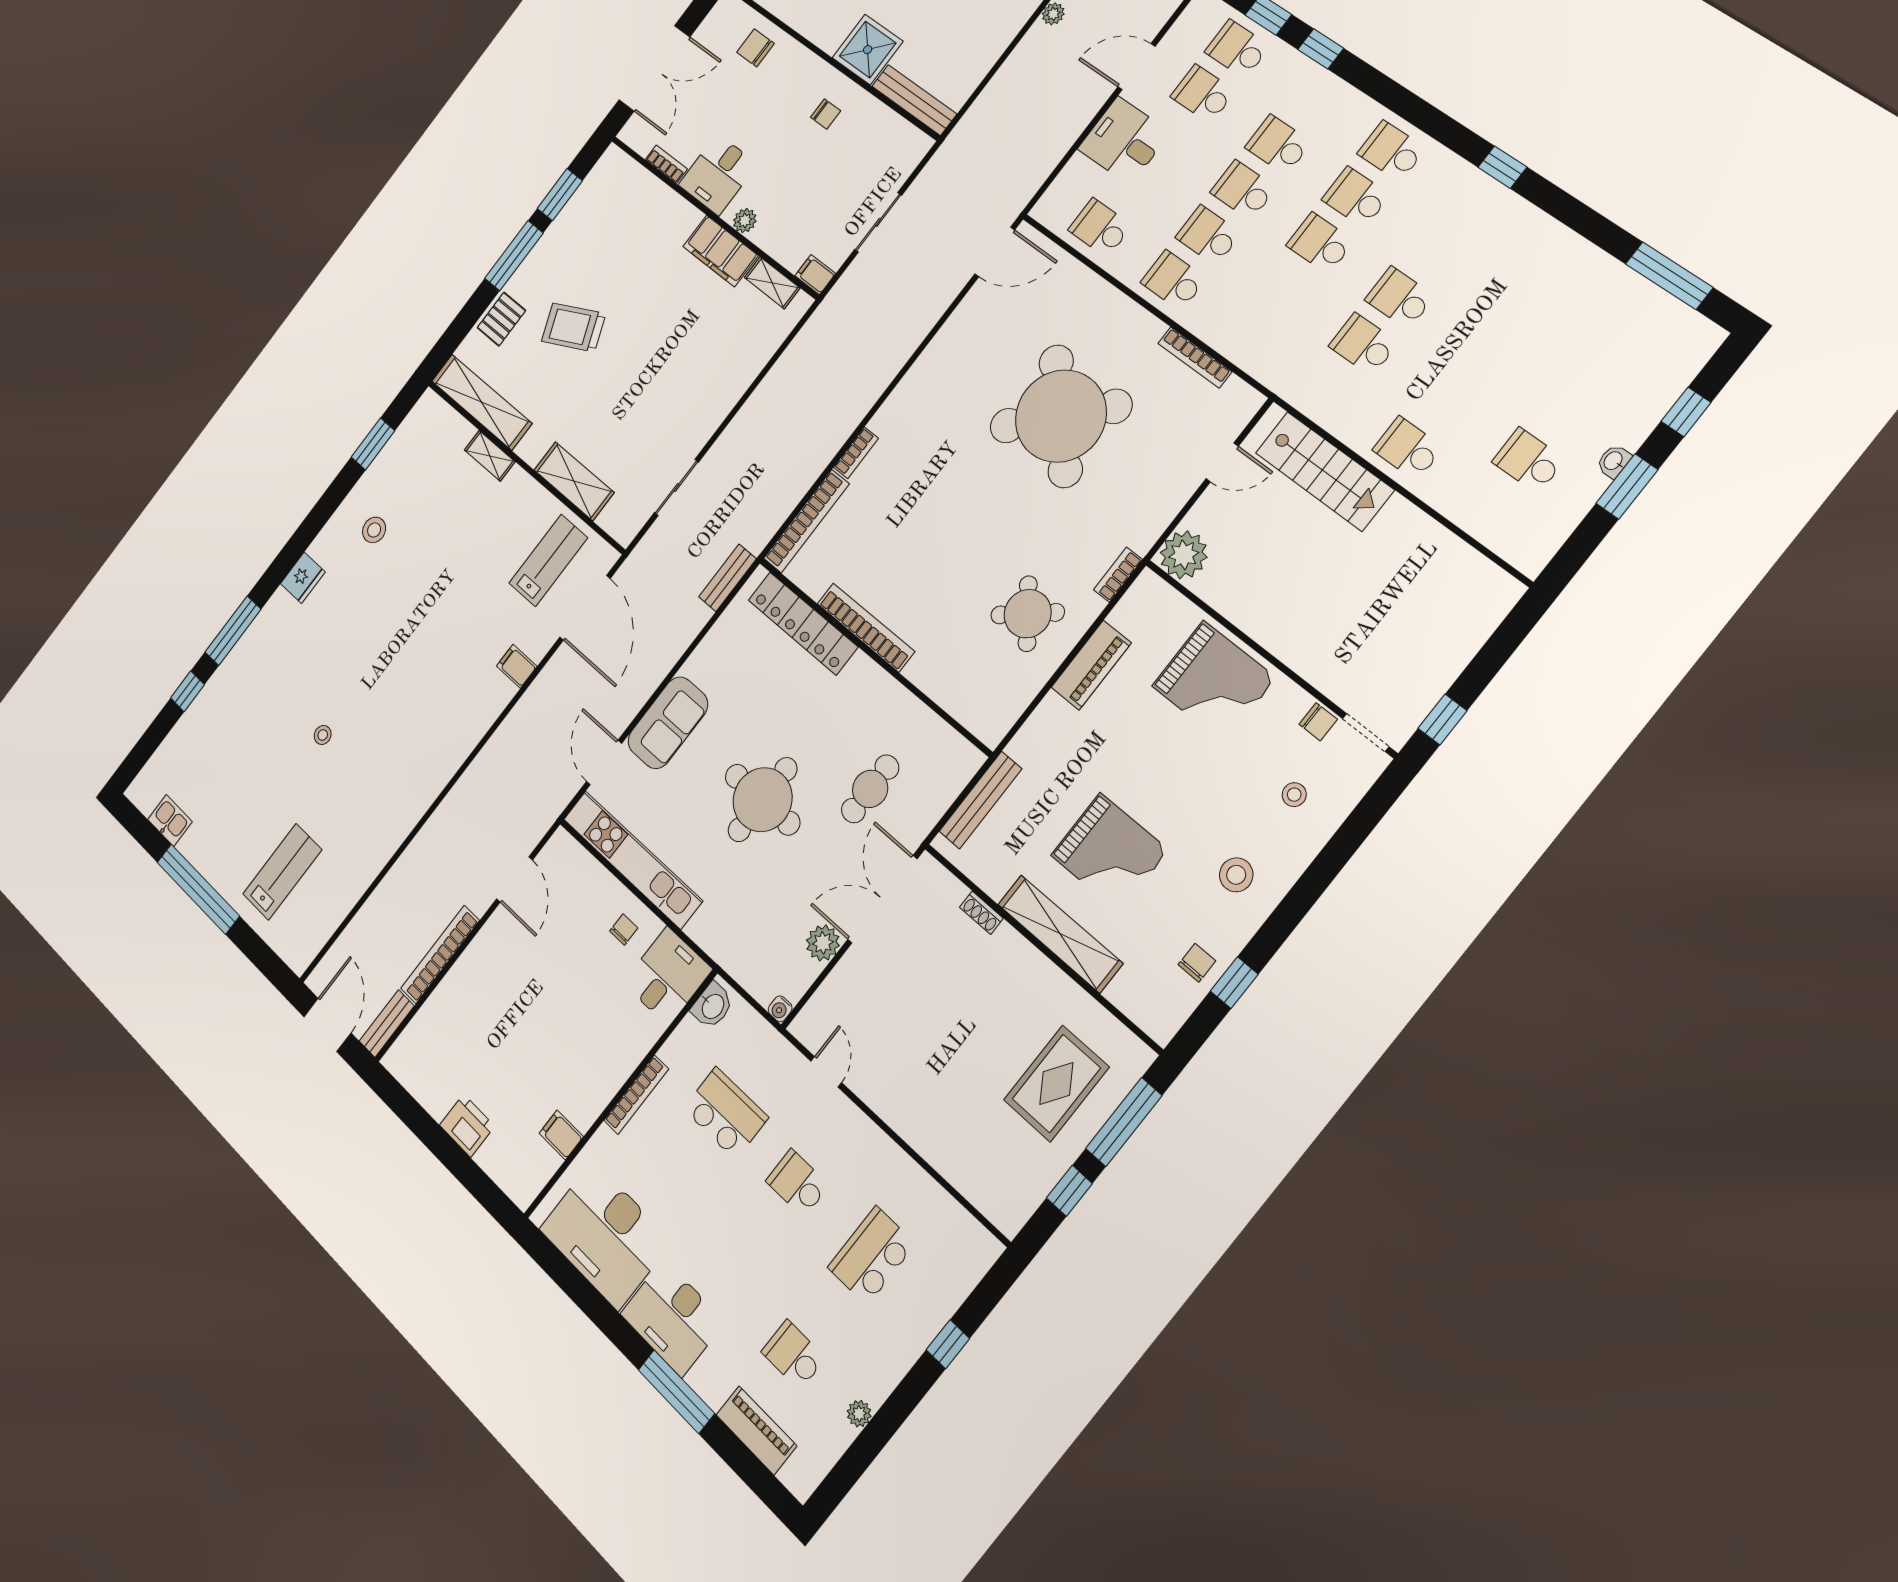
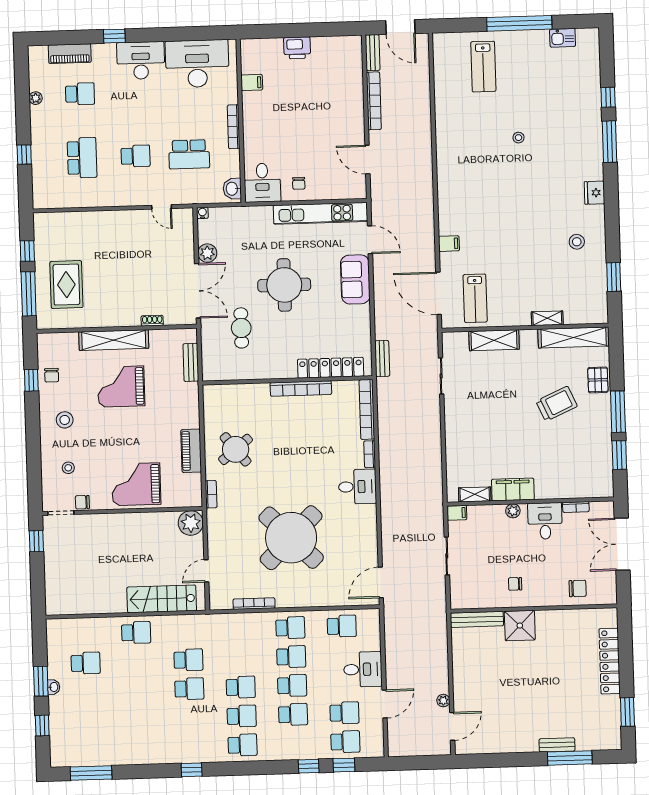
desk: (910, 418) -> (357, 487), added
bench: (980, 800) -> (191, 362), width x0.73
window: (676, 1392) -> (114, 36), width x0.46

